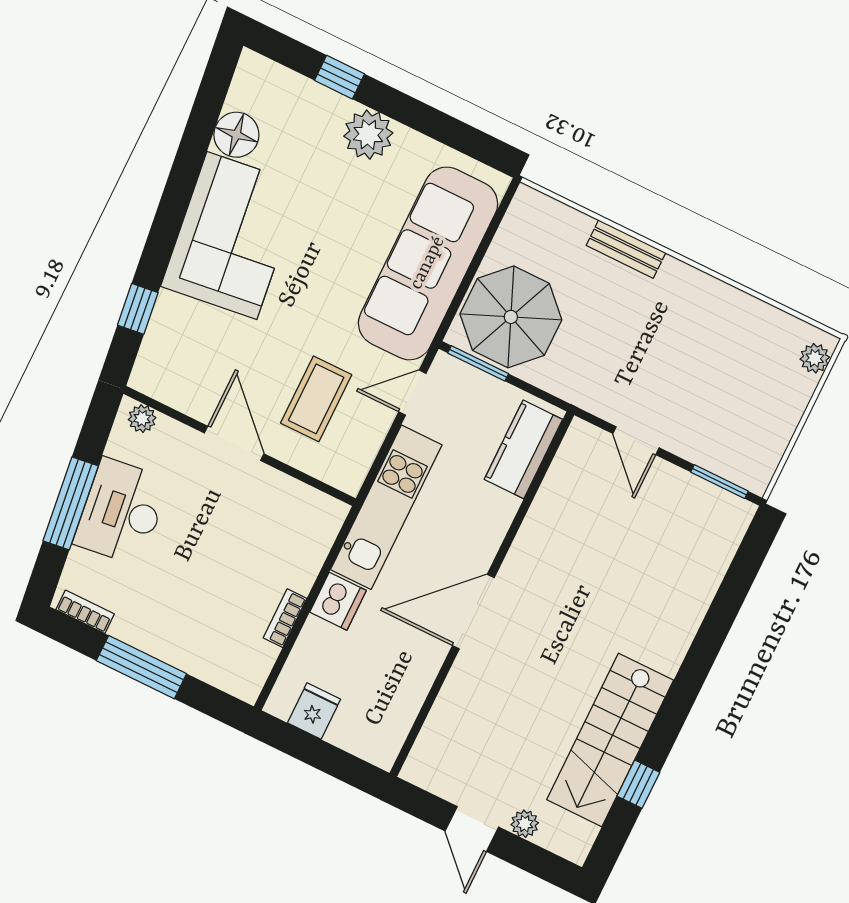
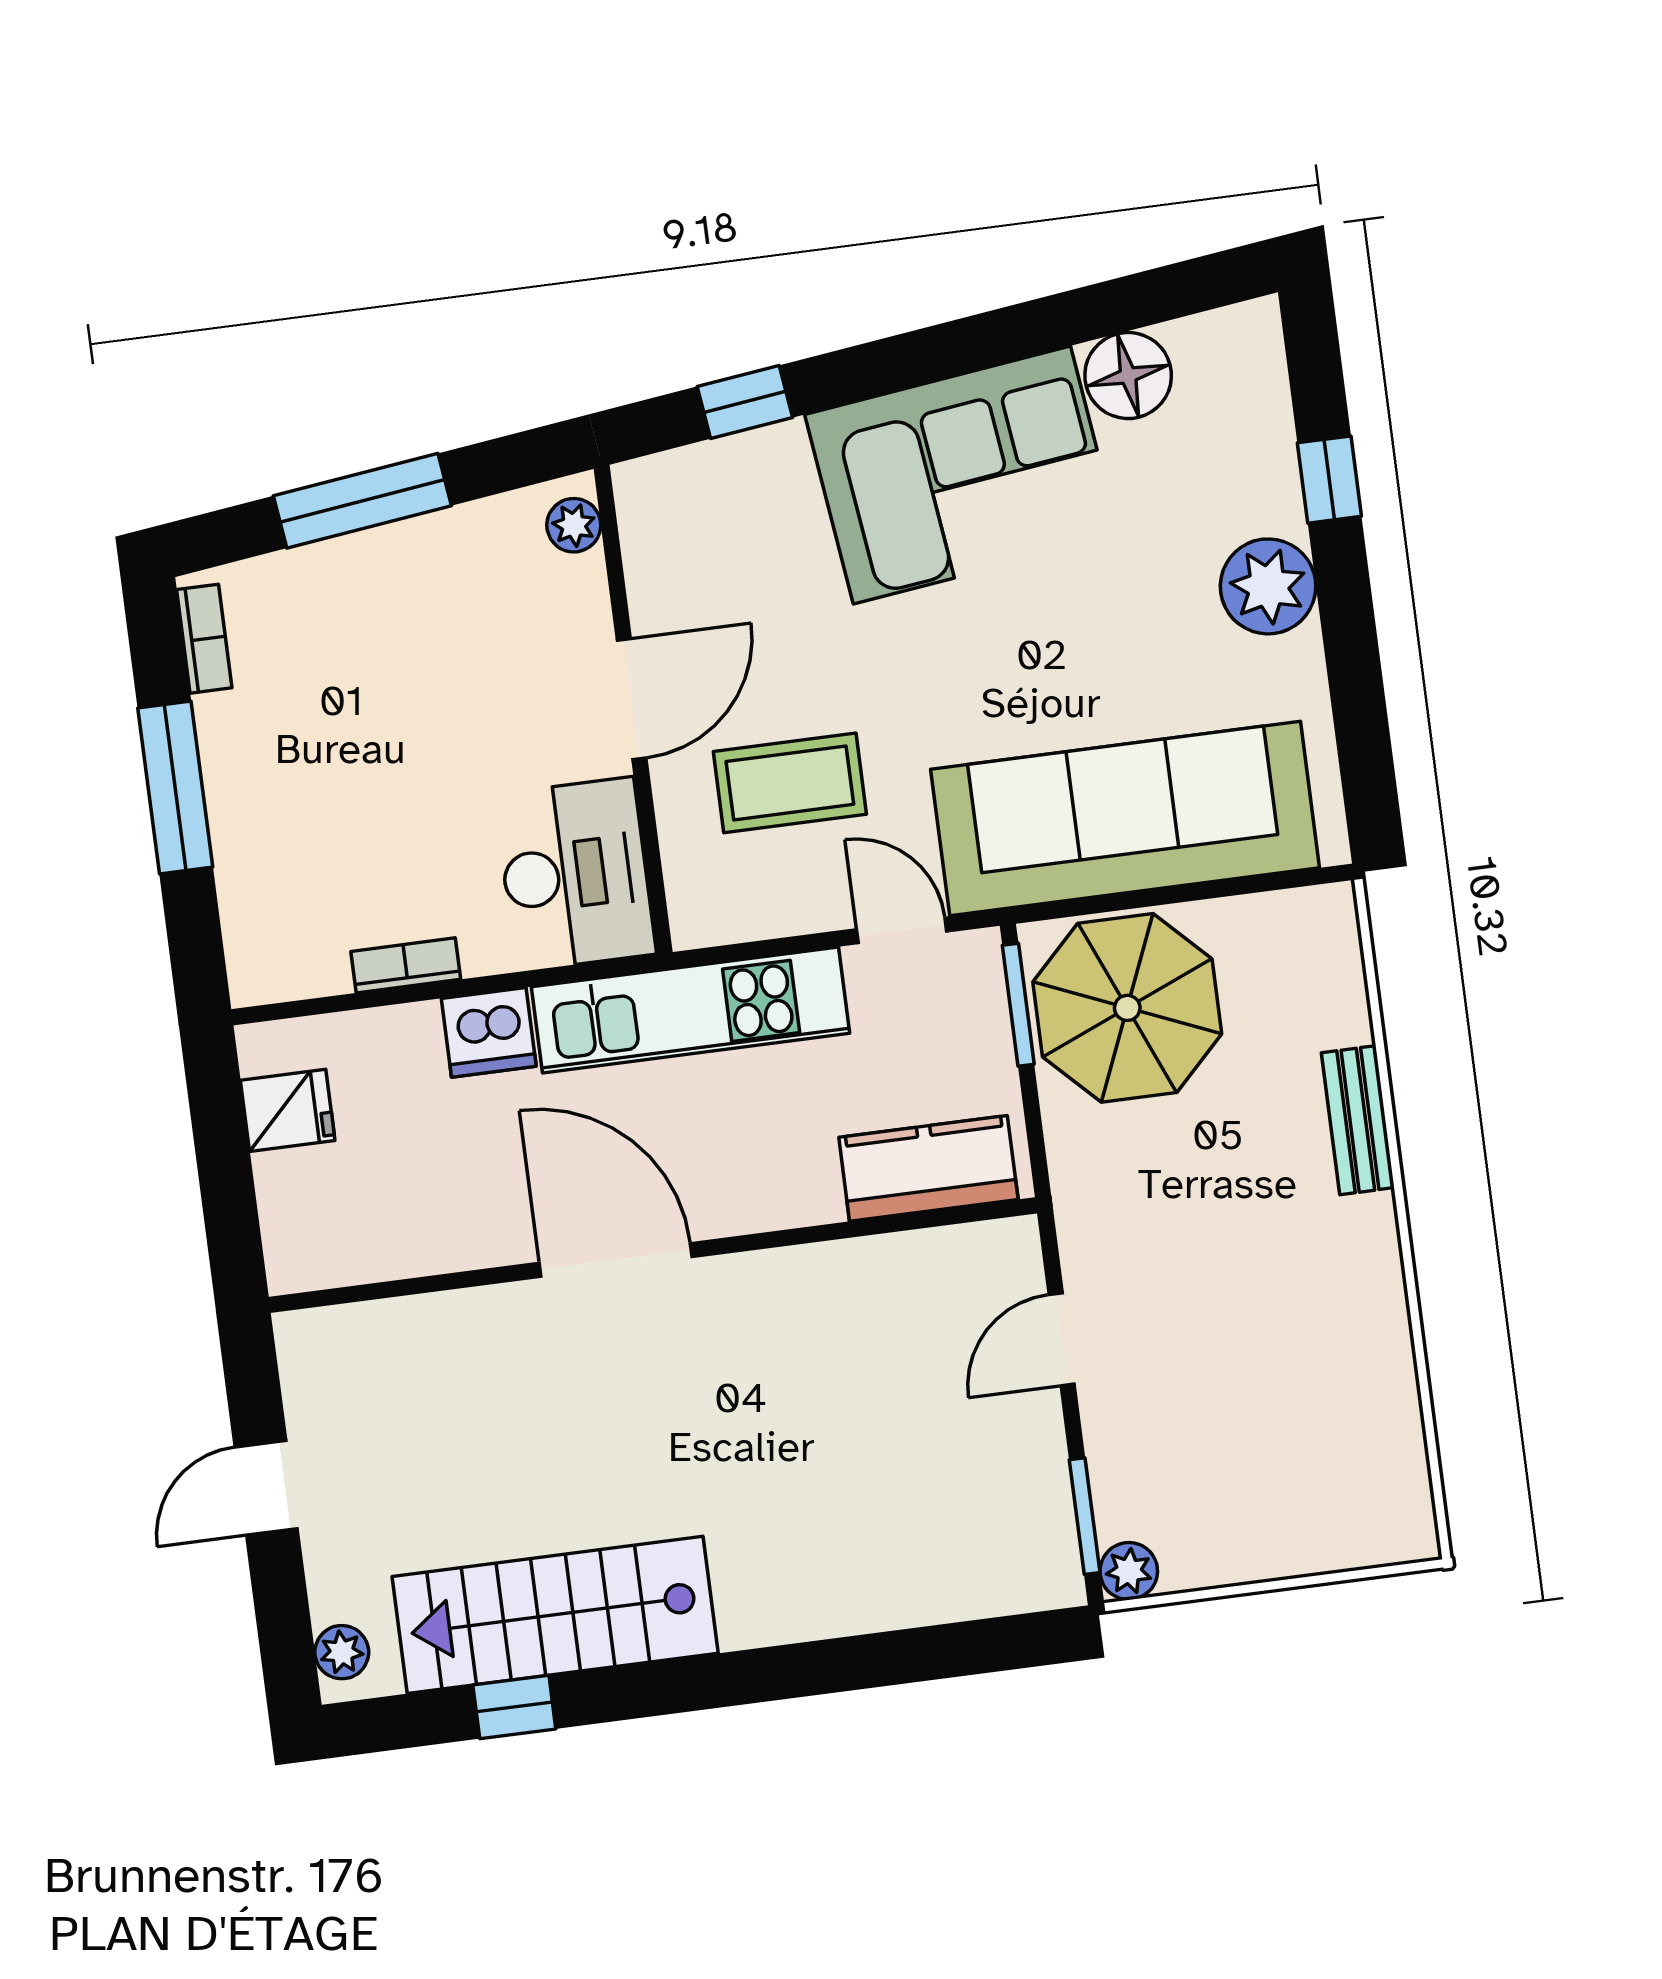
plant: (815, 358) -> (1129, 1571), moved
desk: (122, 512) -> (575, 874), moved, turned 97
plant: (525, 824) -> (342, 1652), moved

